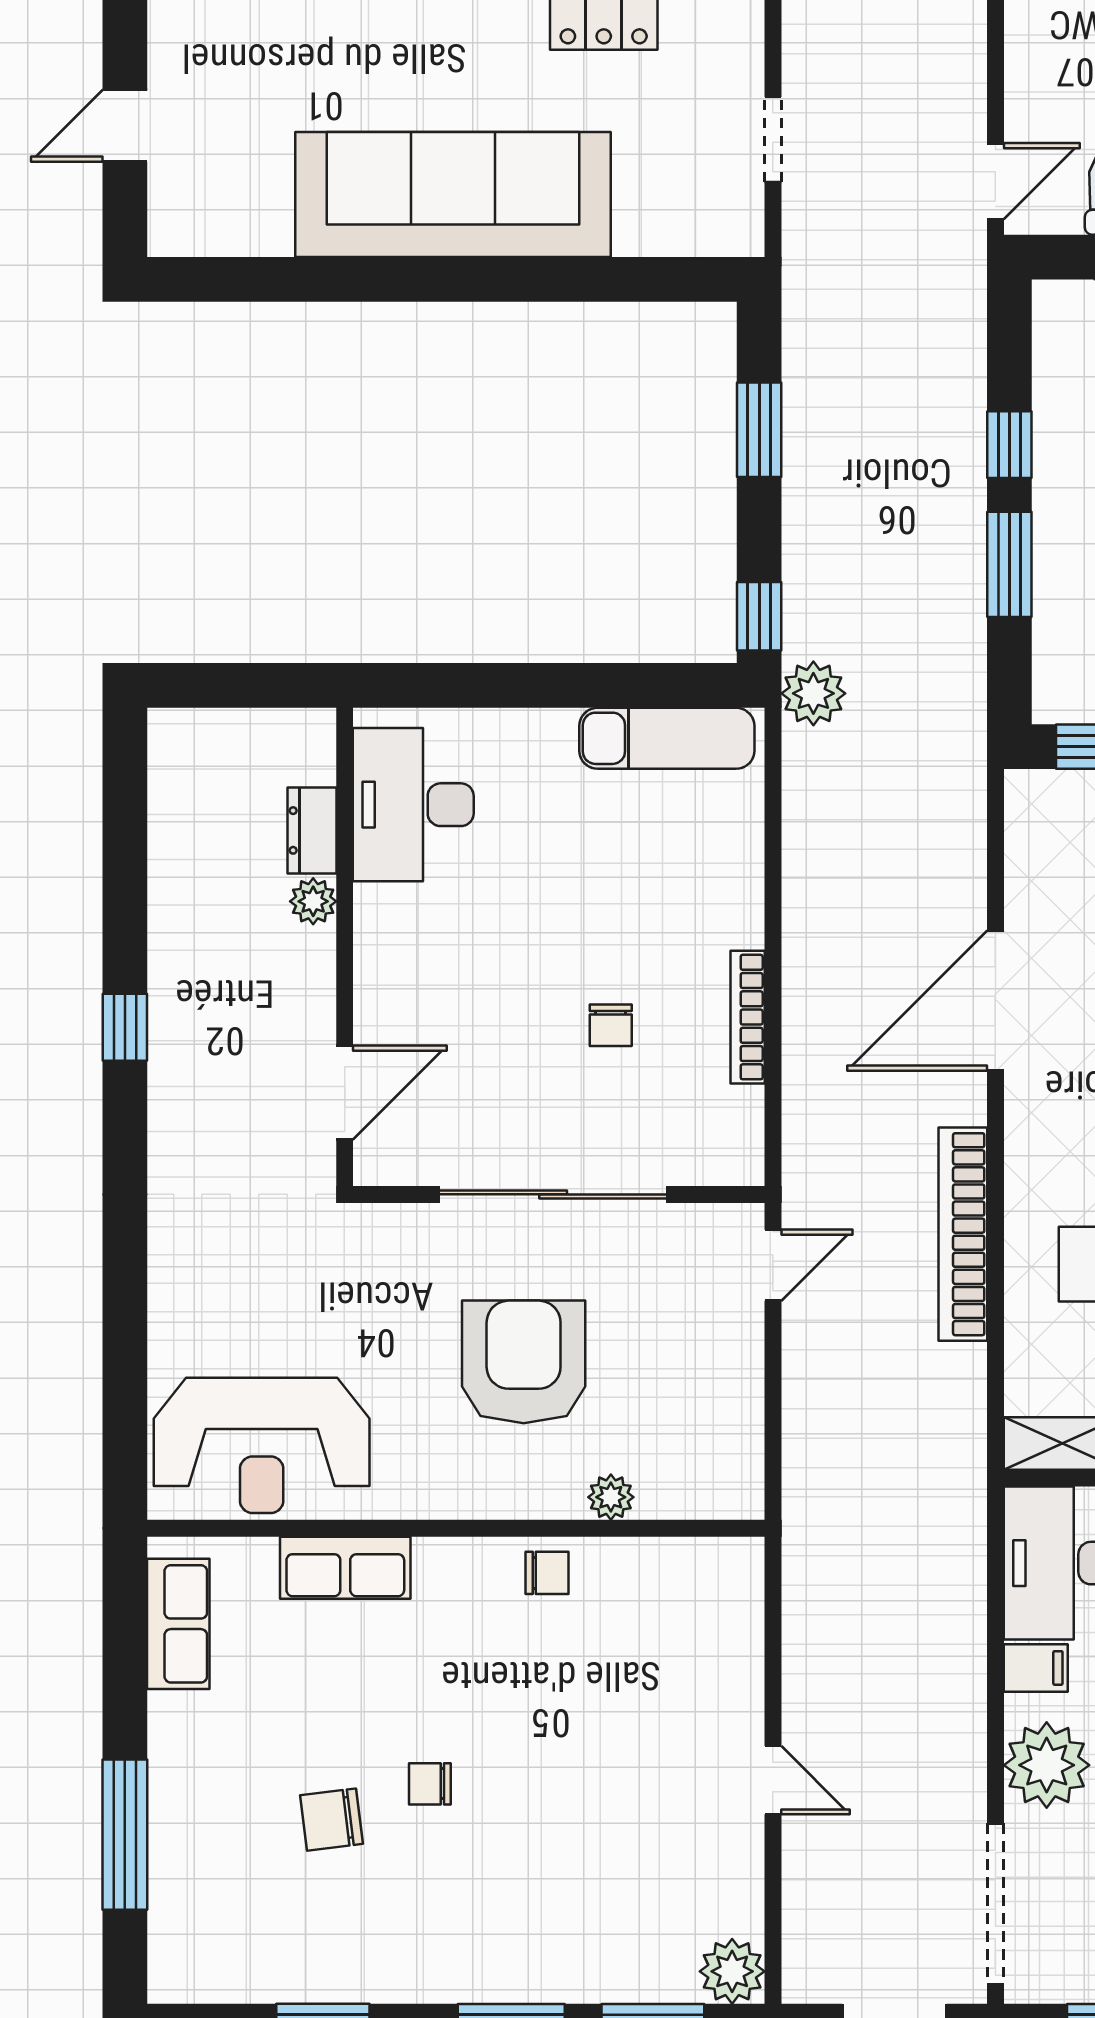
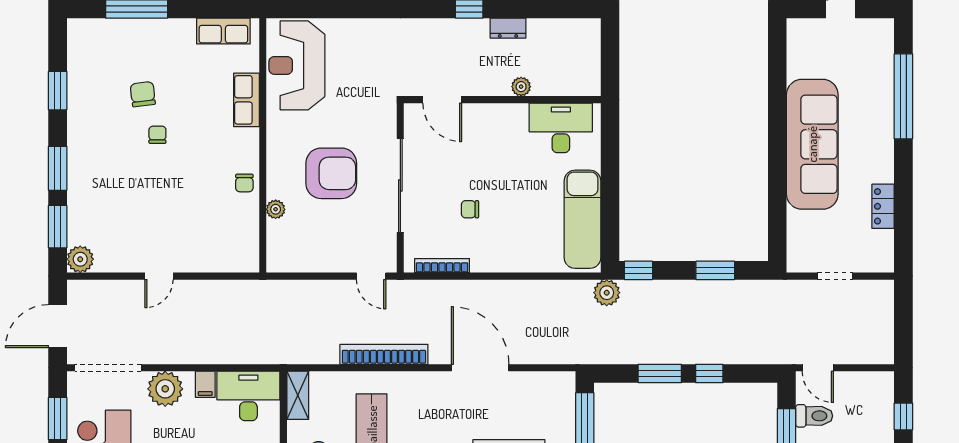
exam couch: (667, 738) -> (582, 219), width x1.36, depth x1.45
dresser: (312, 830) -> (508, 28), moved, turned 180
bookcase: (748, 1017) -> (442, 266), moved

